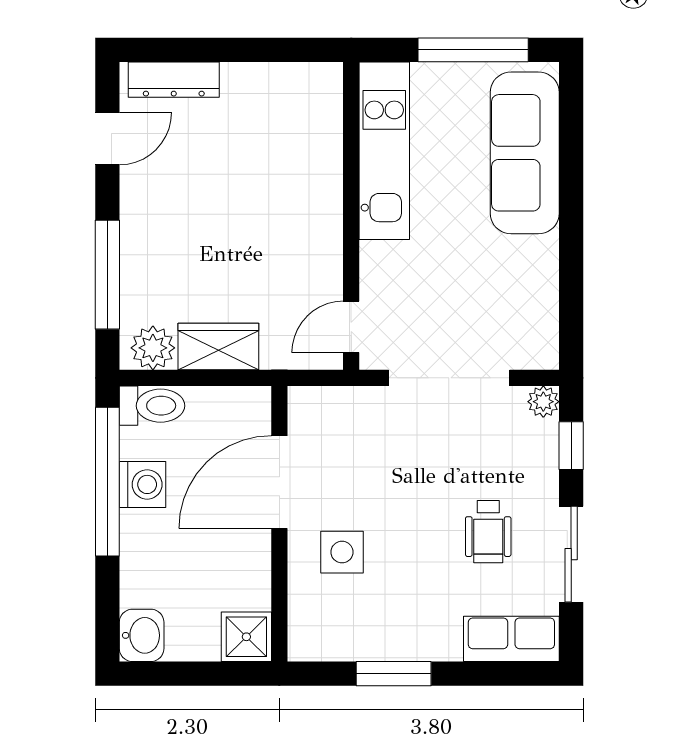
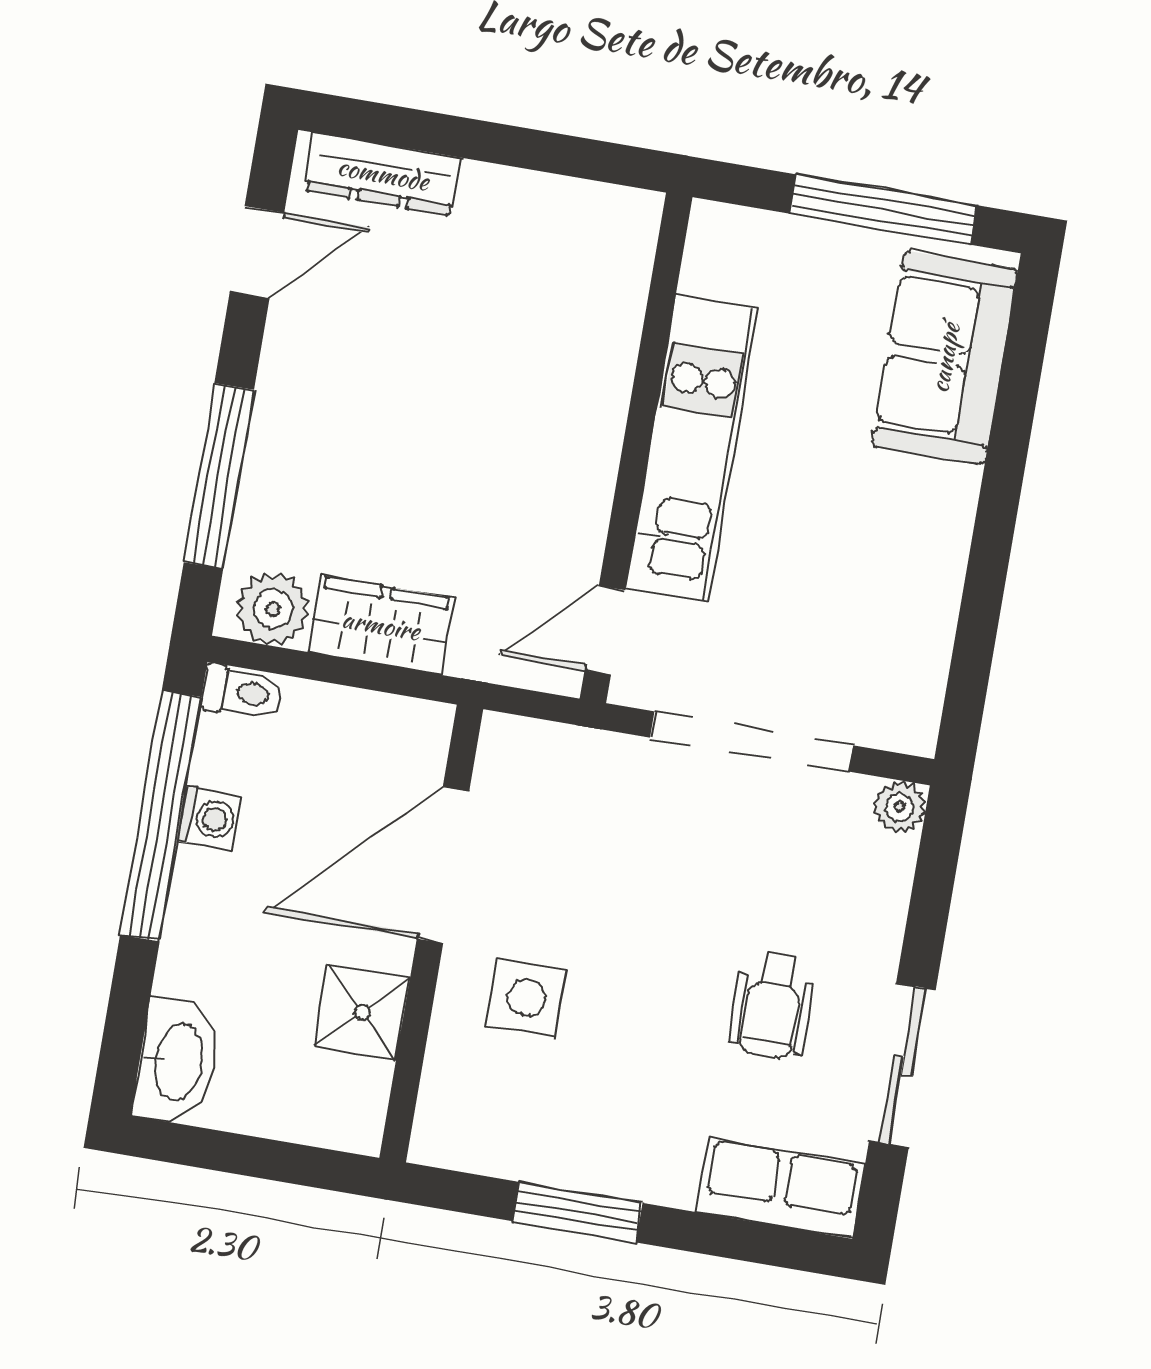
kitchen unit: (384, 151) -> (692, 448), moved
sofa: (525, 153) -> (945, 358), width x0.73
toilet: (152, 406) -> (242, 692), width x0.73, depth x0.72
window: (571, 446) -> (933, 887), removed
washing machine: (143, 484) -> (209, 818), width x0.73, depth x0.73
washbasin: (142, 635) -> (177, 1062), width x1.38
shower: (246, 637) -> (362, 1012), moved

